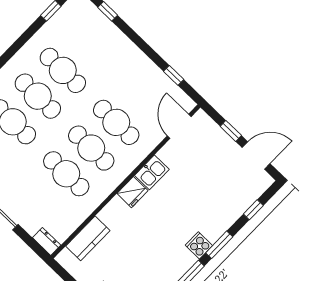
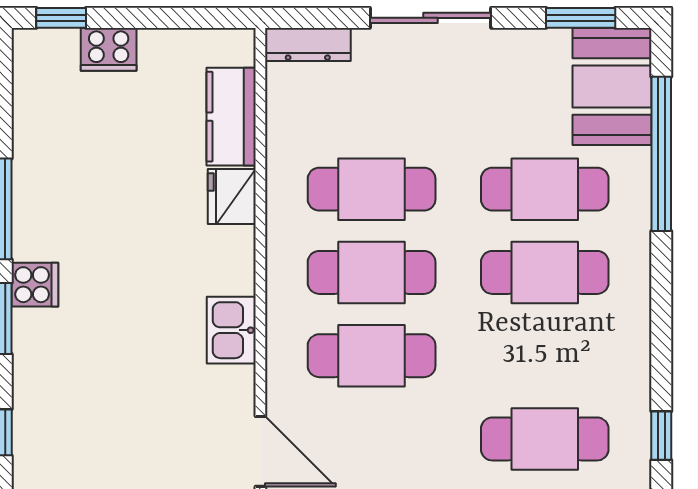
cafe table: (63, 70) -> (545, 439), moved
fridge: (132, 192) -> (232, 196), moved
dresser: (47, 241) -> (308, 45), width x1.44

